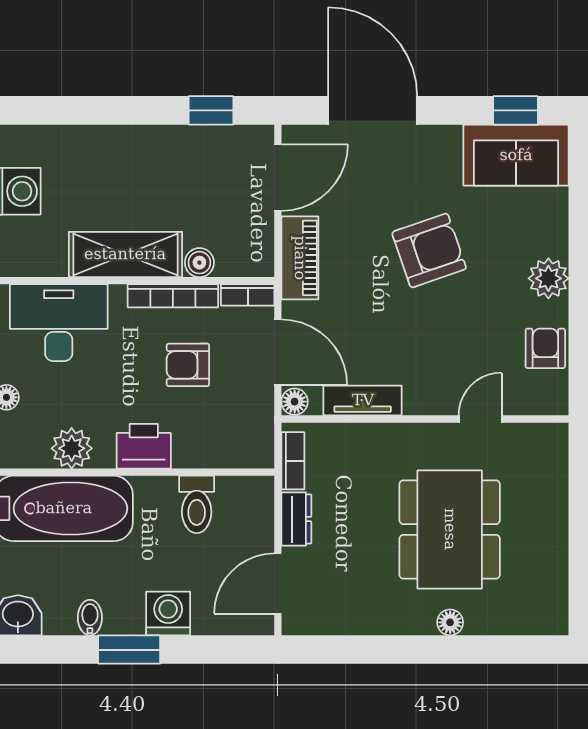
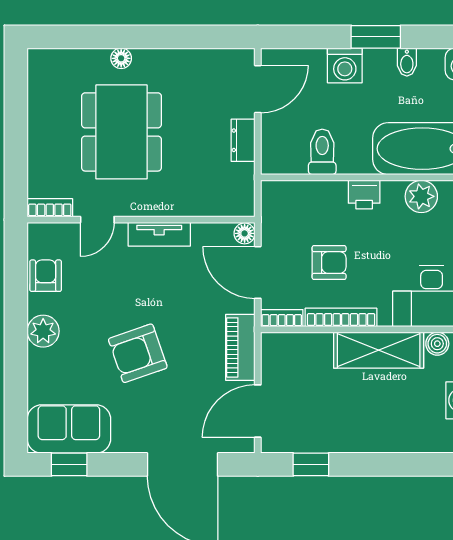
boiler: (199, 263) -> (437, 344), moved
armchair: (545, 348) -> (46, 276), turned 180
tv unit: (363, 400) -> (159, 234), moved
printer: (144, 446) -> (364, 195), width x0.73, depth x0.81
bookcase: (293, 461) -> (50, 208), moved, turned 90

